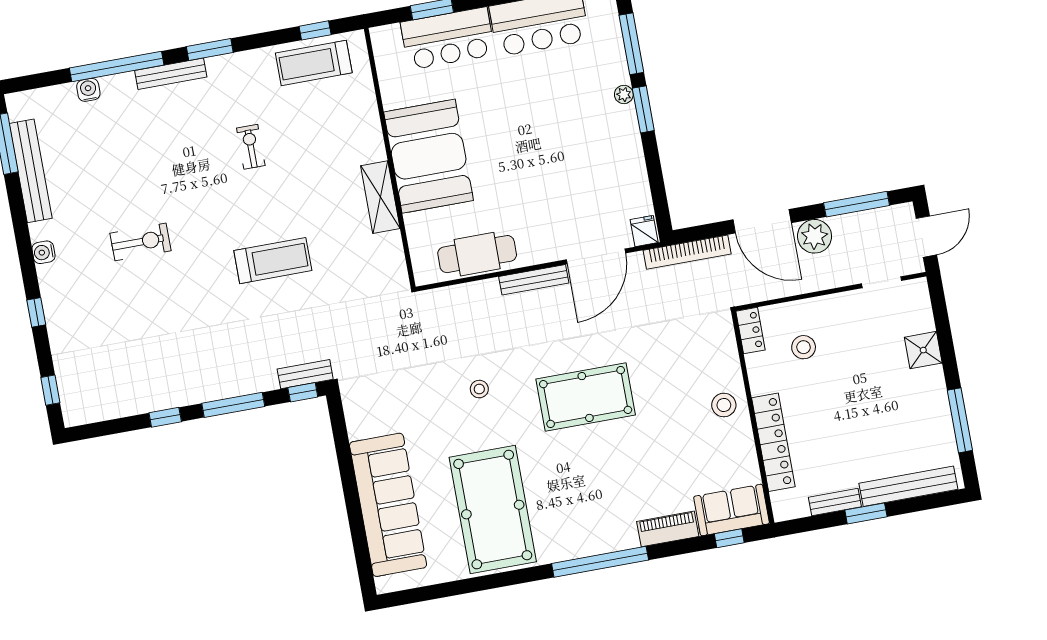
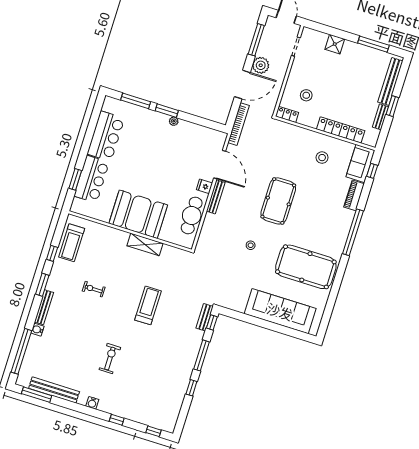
window: (315, 30) -> (52, 253), moved
window: (117, 66) -> (21, 351), moved
water cooler: (88, 90) -> (37, 330), moved
plant: (624, 94) -> (174, 121), moved
fridge: (644, 231) -> (204, 186), moved
stool: (724, 405) -> (322, 158), moved

